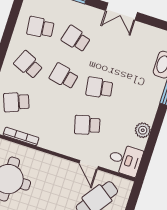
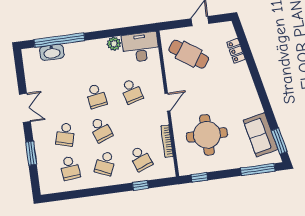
school desk: (64, 76) -> (101, 130), turned -33
desk: (125, 160) -> (140, 47), width x1.37
door: (89, 165) -> (167, 102), moved

